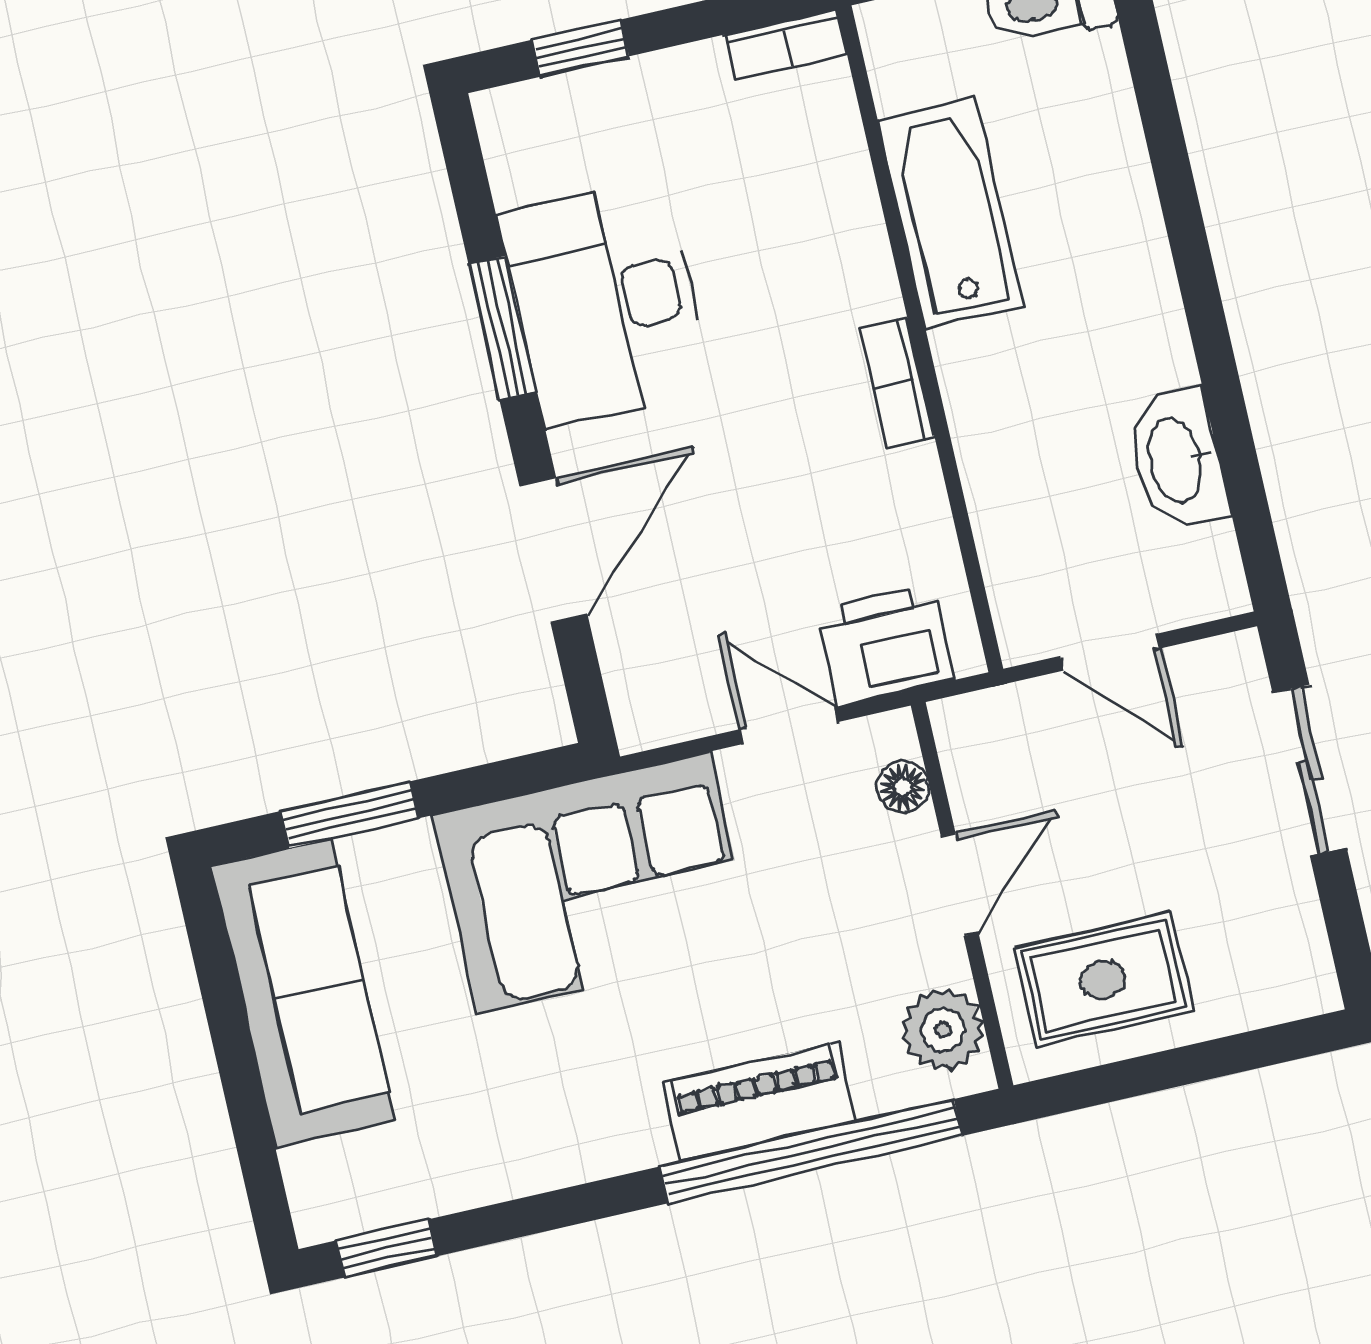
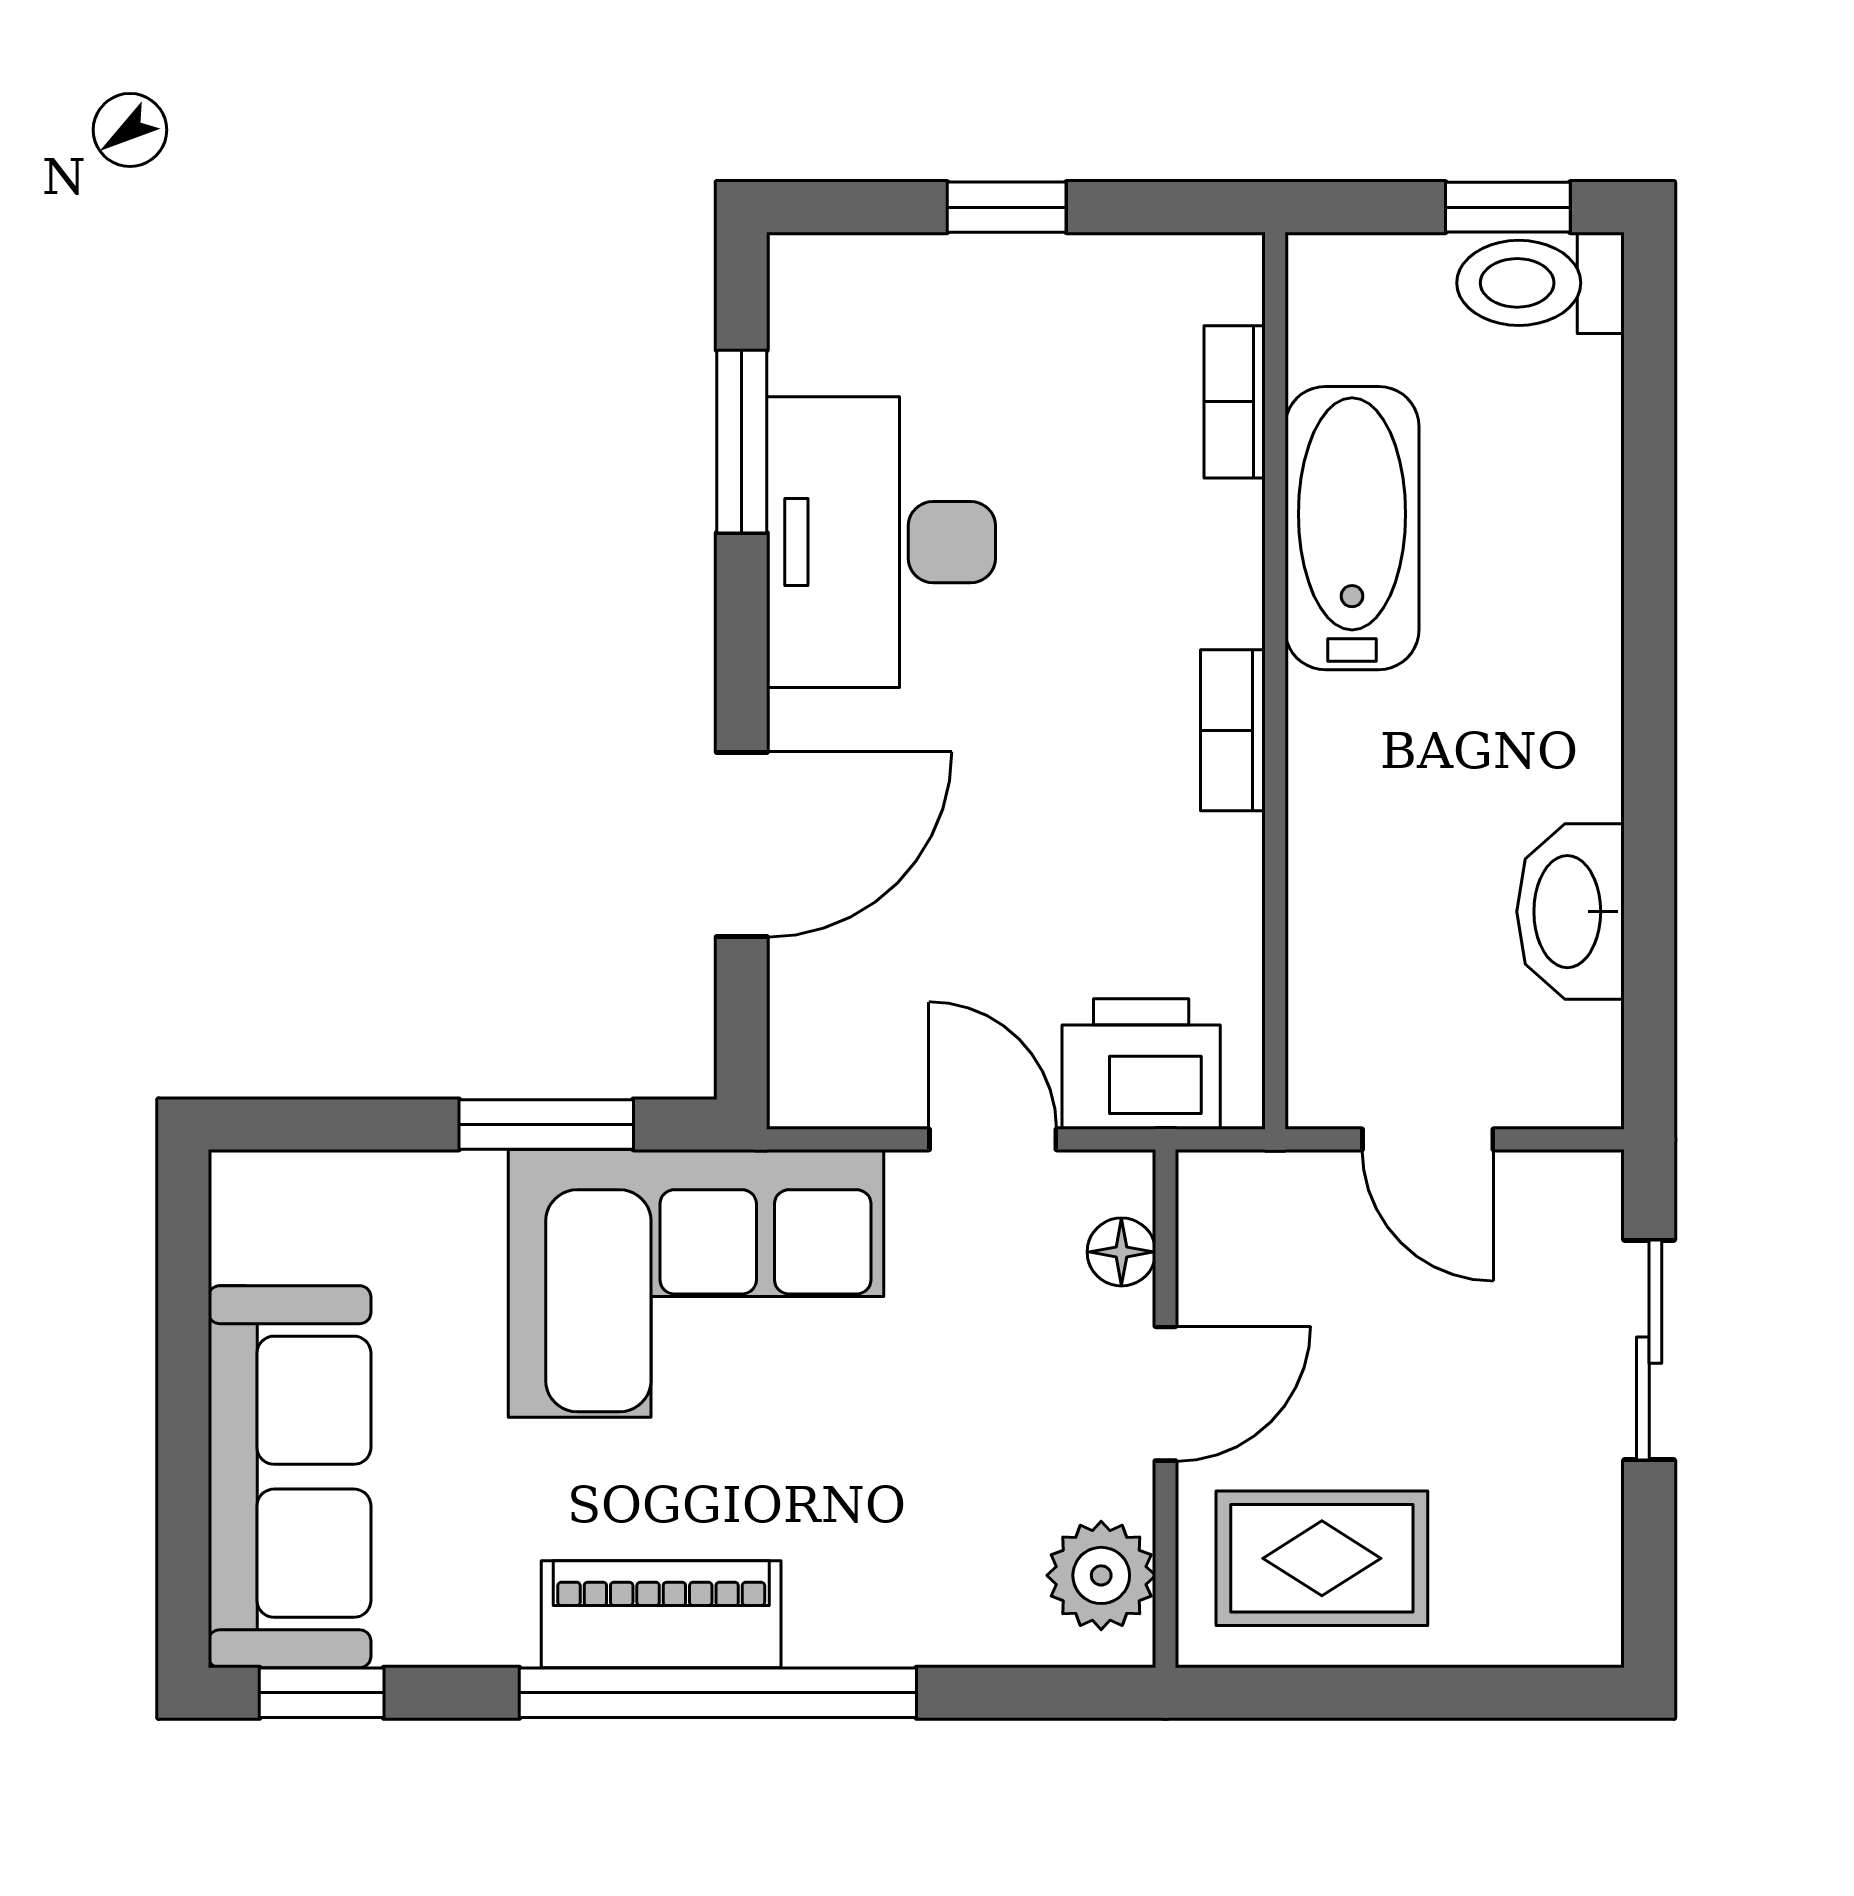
bookcase: (785, 44) -> (1235, 402), moved, turned 90
window: (581, 48) -> (1007, 207), moved
window: (502, 328) -> (742, 442), moved
window: (350, 815) -> (546, 1124), moved
sofa: (303, 993) -> (290, 1477), moved
piano: (760, 1102) -> (661, 1614), moved
window: (811, 1151) -> (718, 1693), moved

